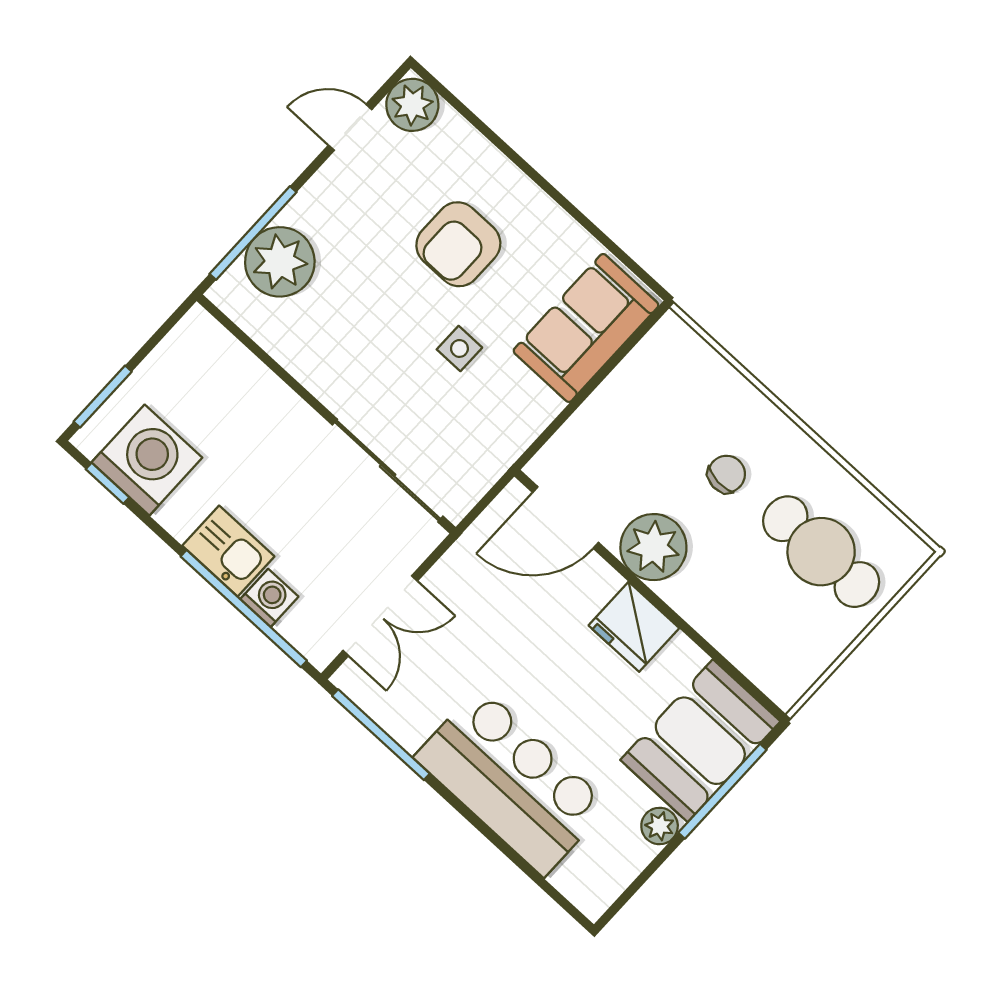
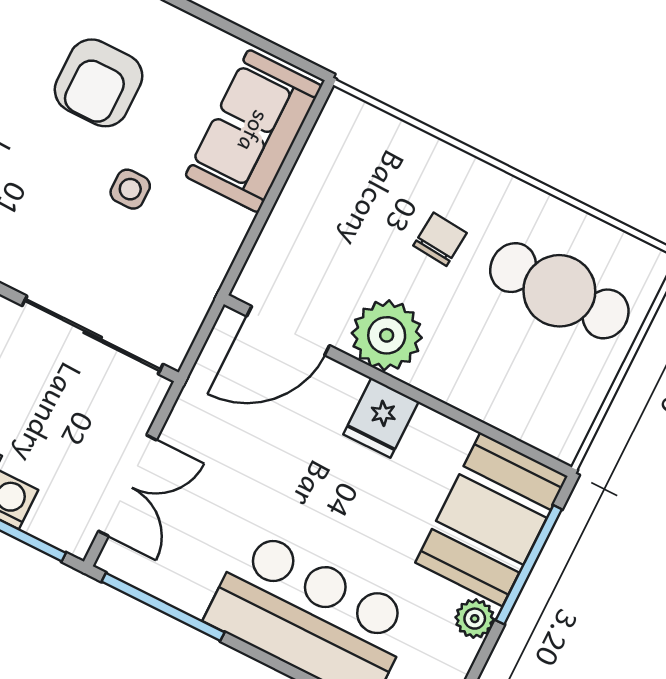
fridge: (634, 627) -> (381, 418), width x0.72

